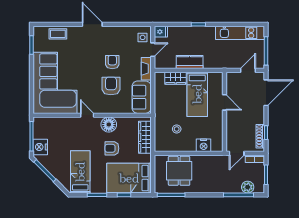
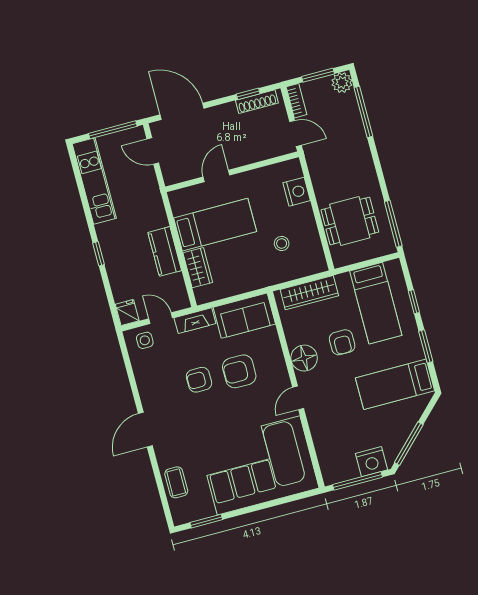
bed: (129, 178) -> (376, 303), width x0.67
plant: (248, 187) -> (342, 83), moved

